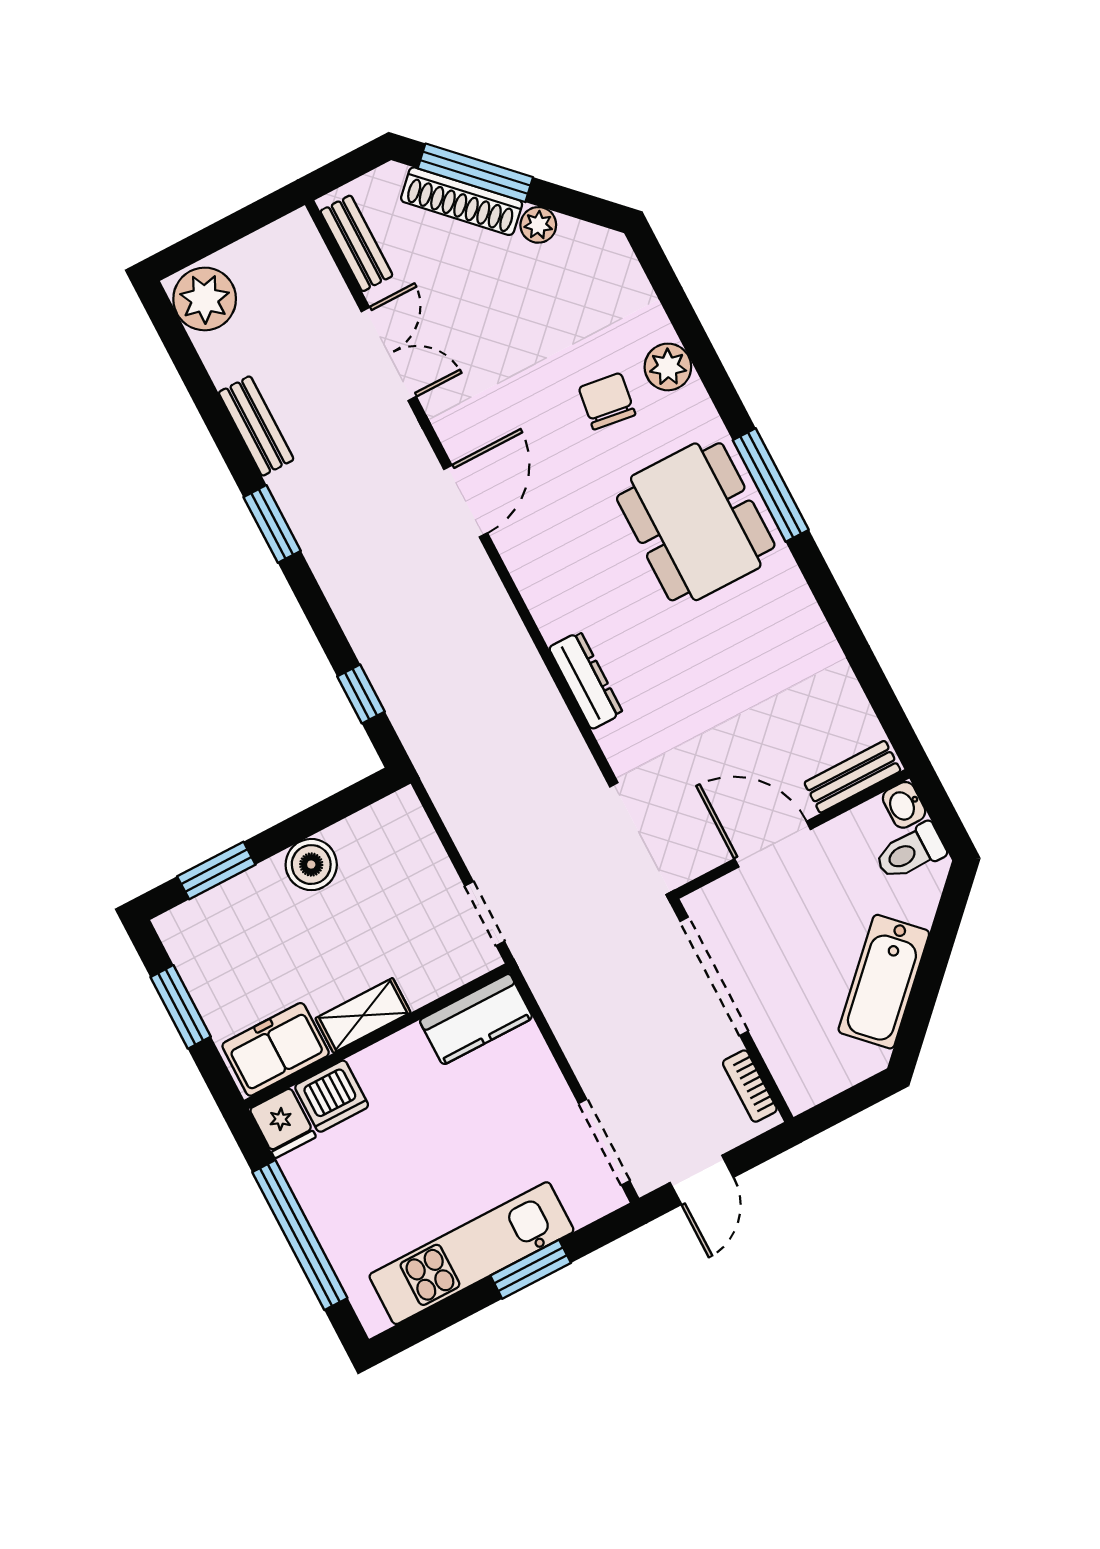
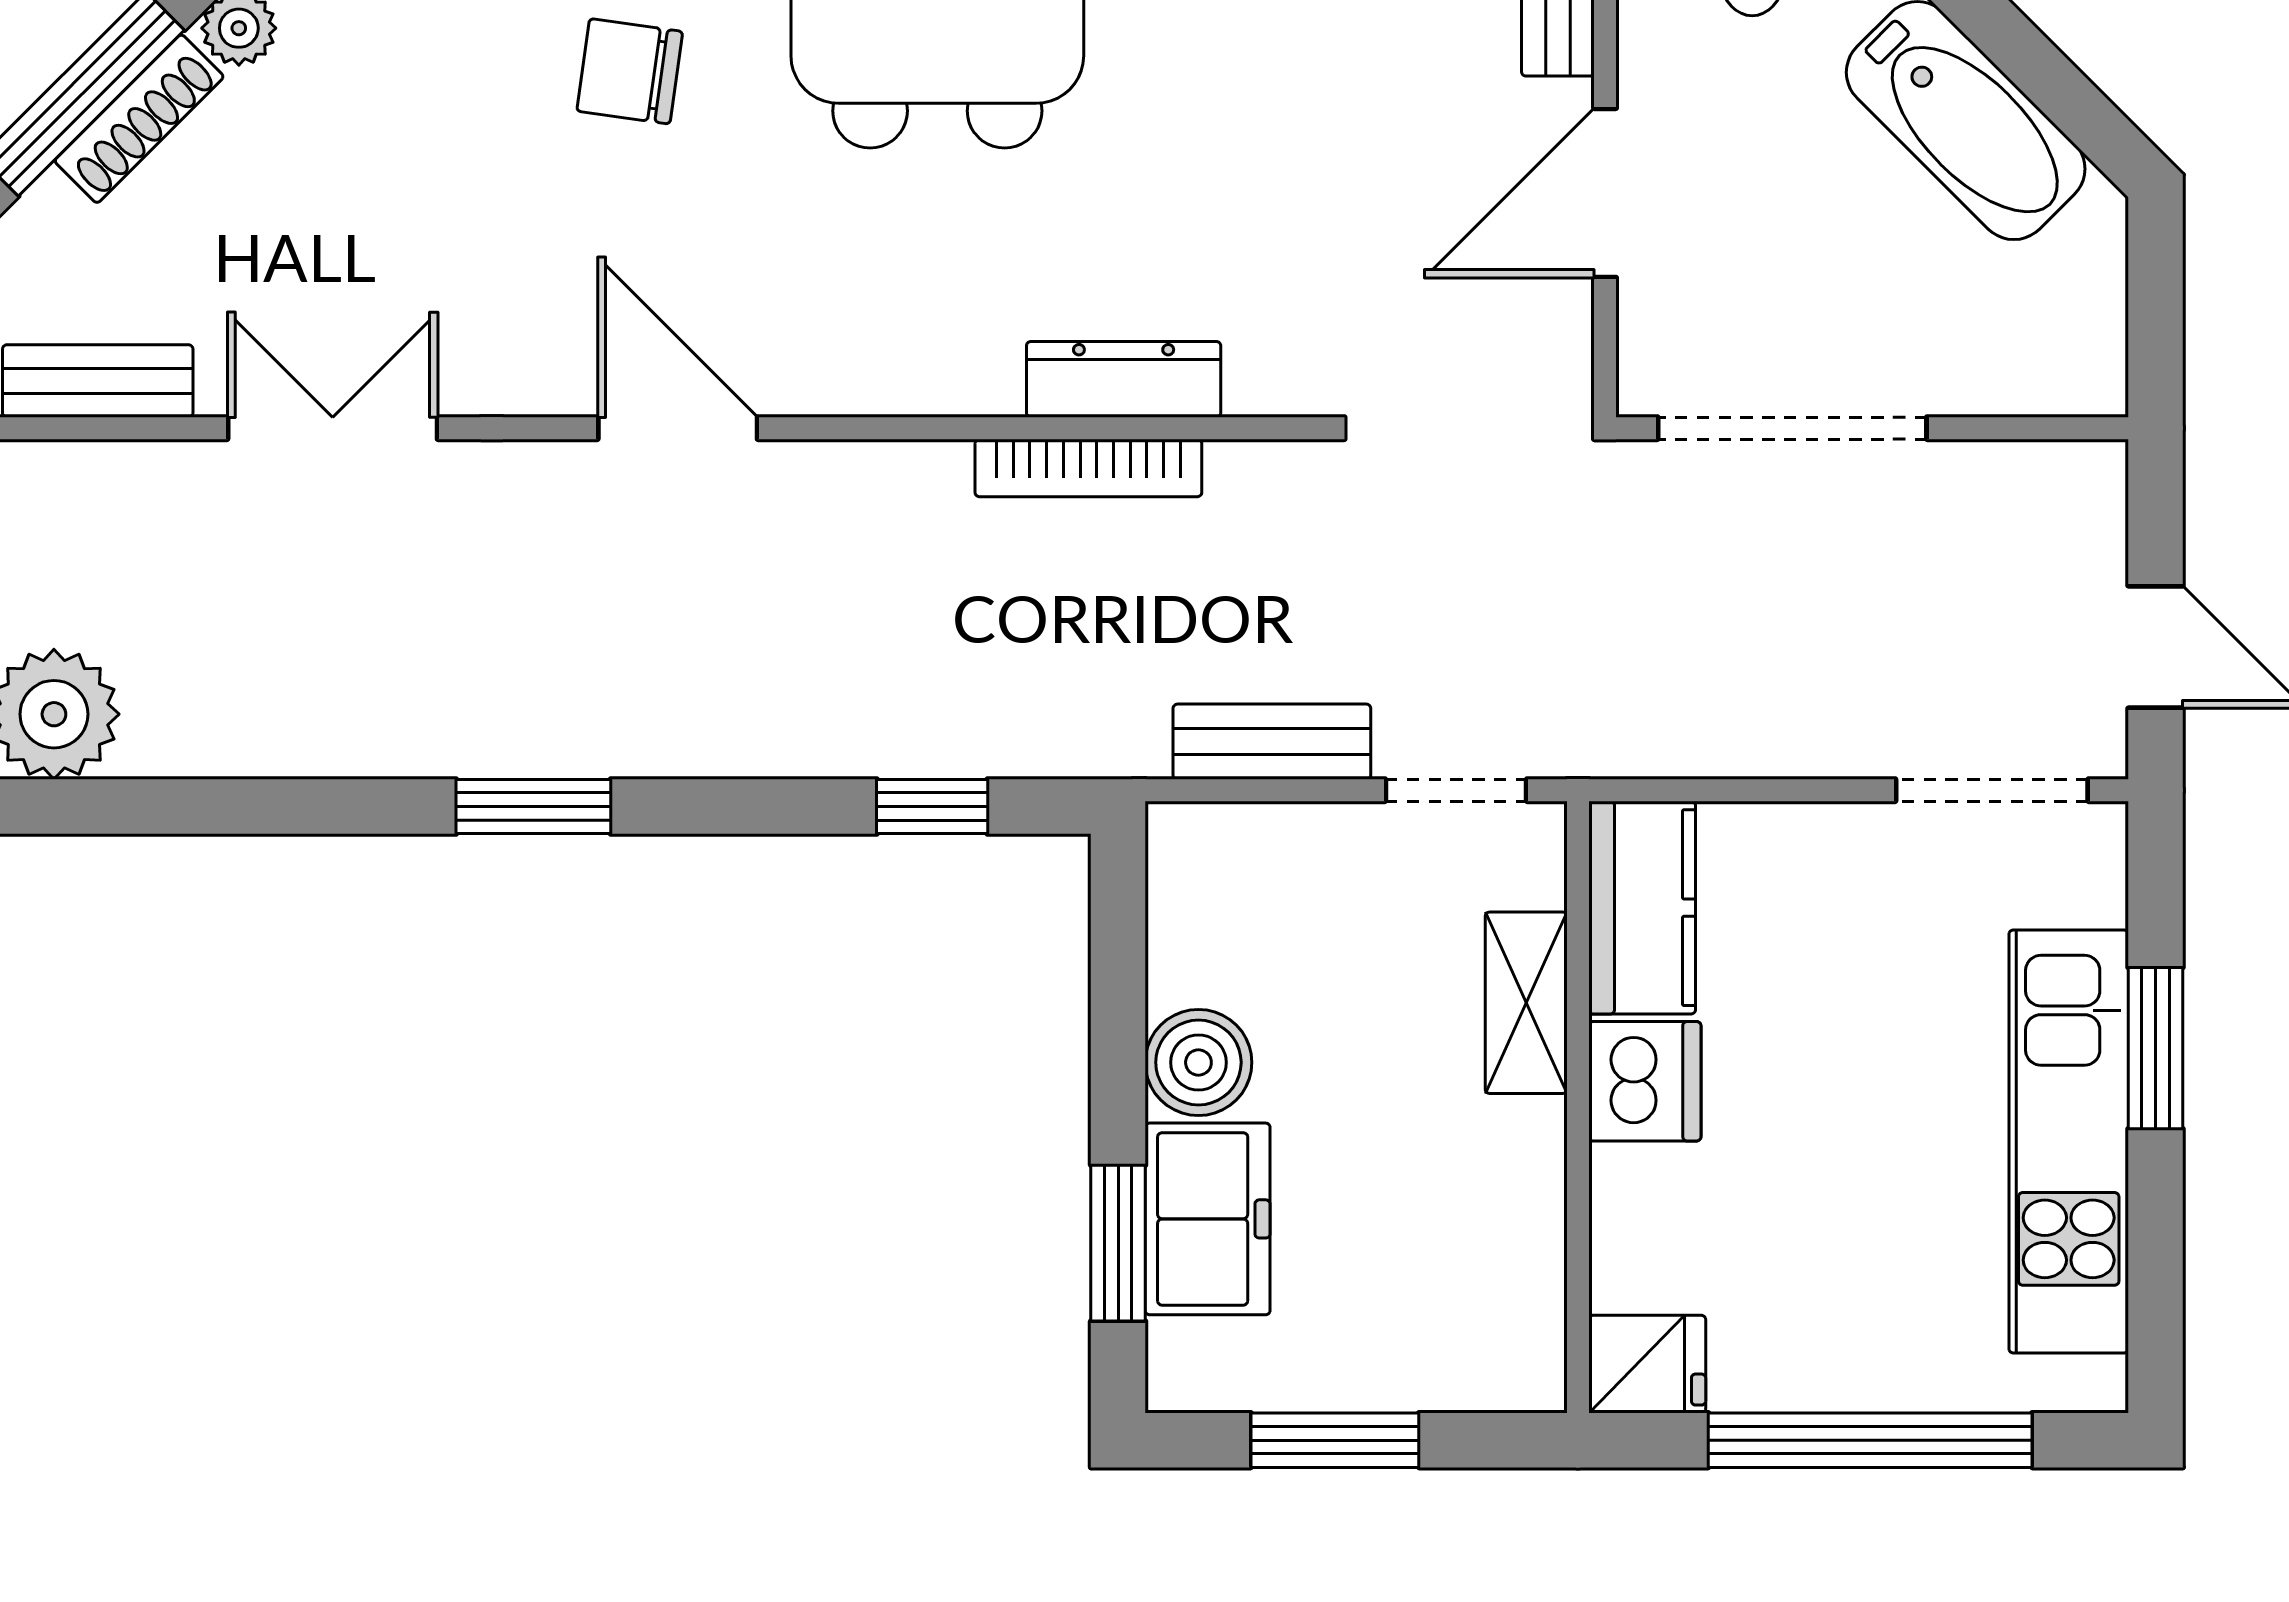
shoe rack: (462, 201) -> (139, 119), width x0.74, depth x0.81
bench: (256, 426) -> (1272, 742), moved
shelving: (363, 1015) -> (1526, 1003), moved
freezer: (276, 1049) -> (1208, 1219), moved, turned 180
bookcase: (750, 1086) -> (1088, 468), moved, width x1.56
dishwasher: (332, 1096) -> (1645, 1081), moved

